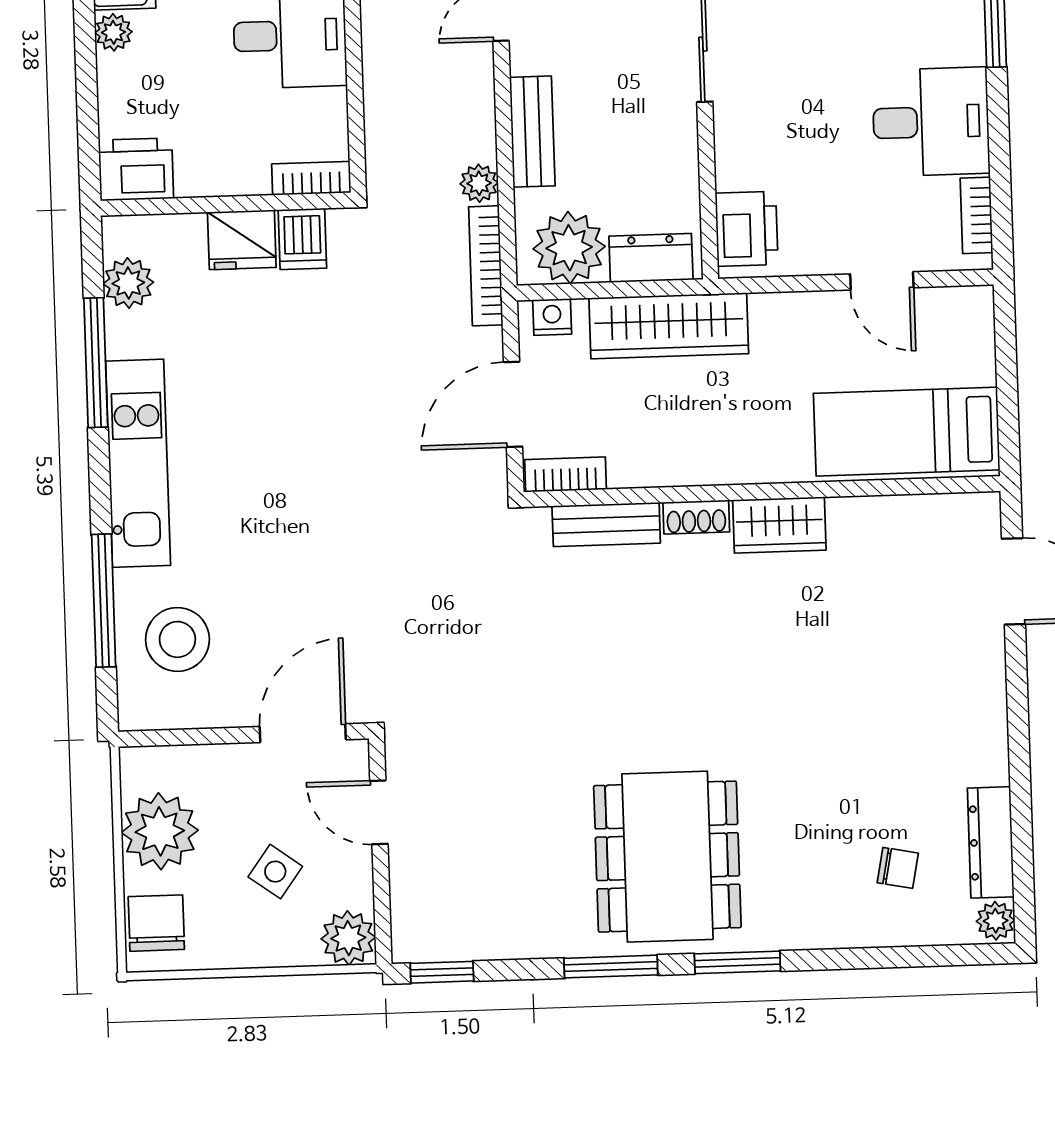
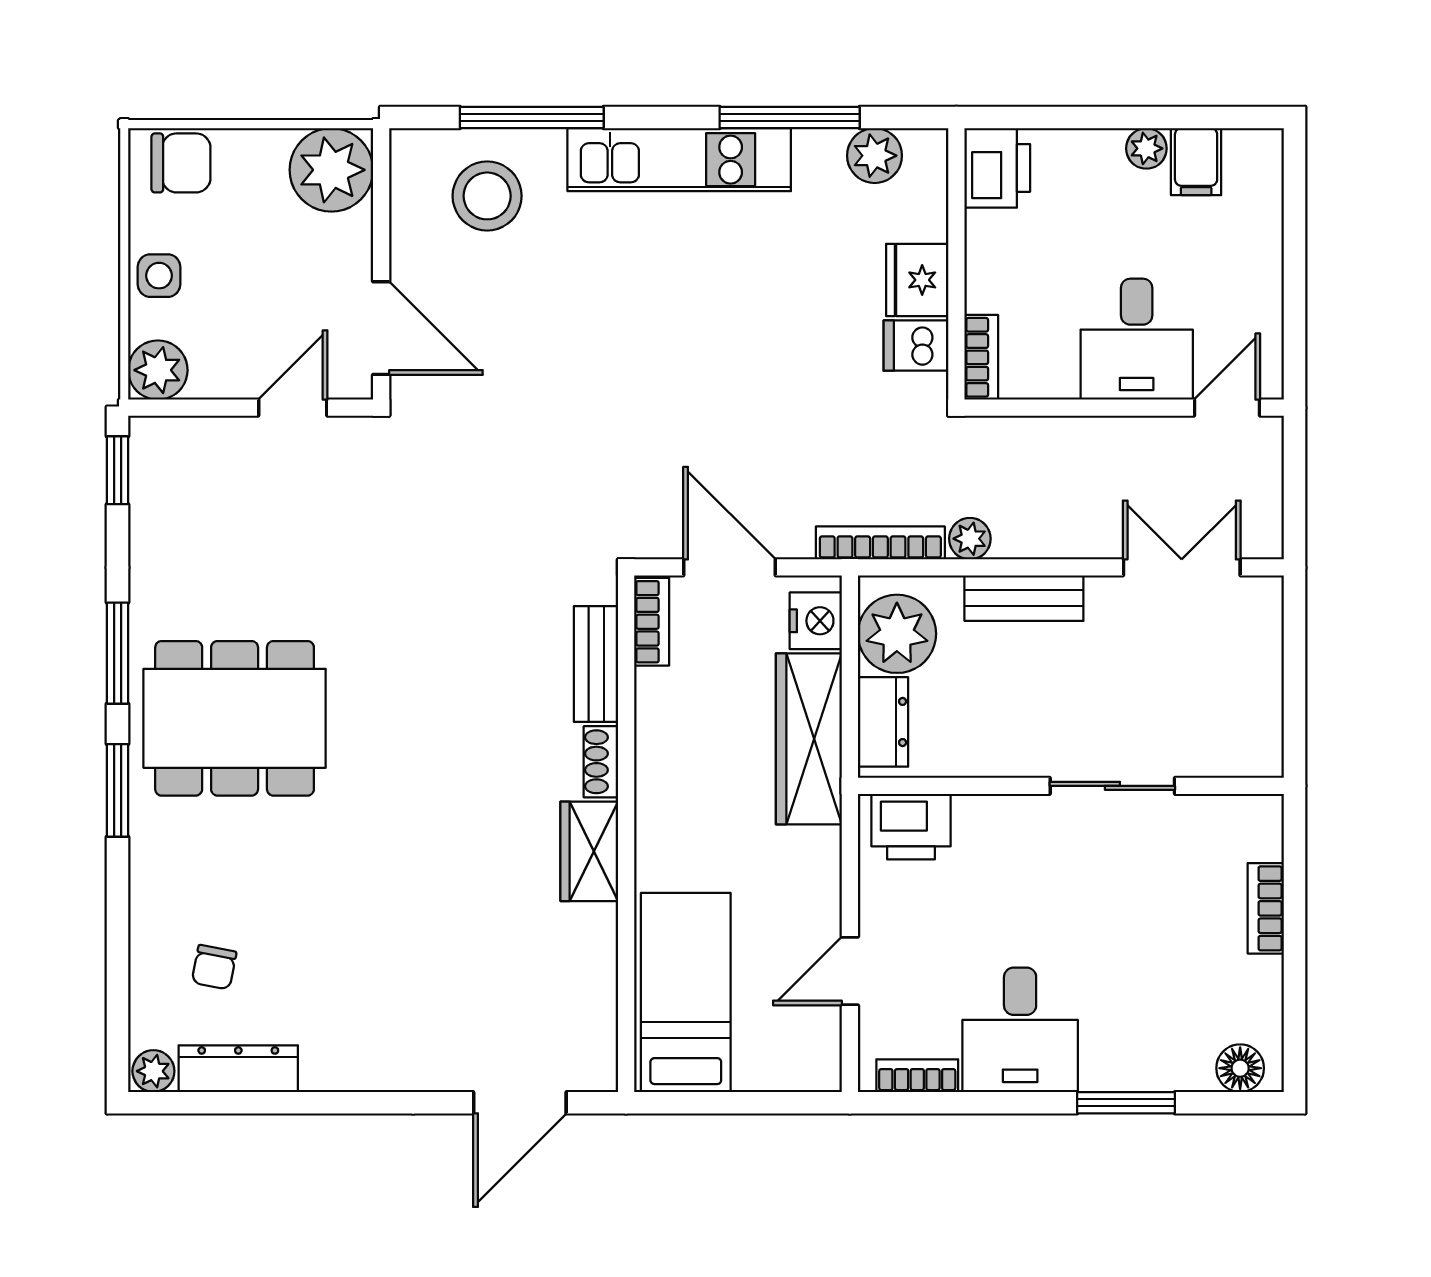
nightstand: (552, 317) -> (816, 621), width x1.39, depth x1.35
plant: (160, 831) -> (331, 170), moved
side table: (275, 872) -> (159, 276), moved, turned -36

